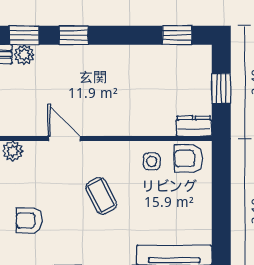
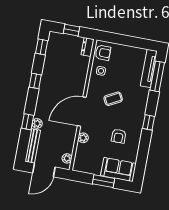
window: (74, 35) -> (35, 81), moved
door: (64, 139) -> (82, 112), width x1.88
armchair: (188, 159) -> (103, 53), turned -90

